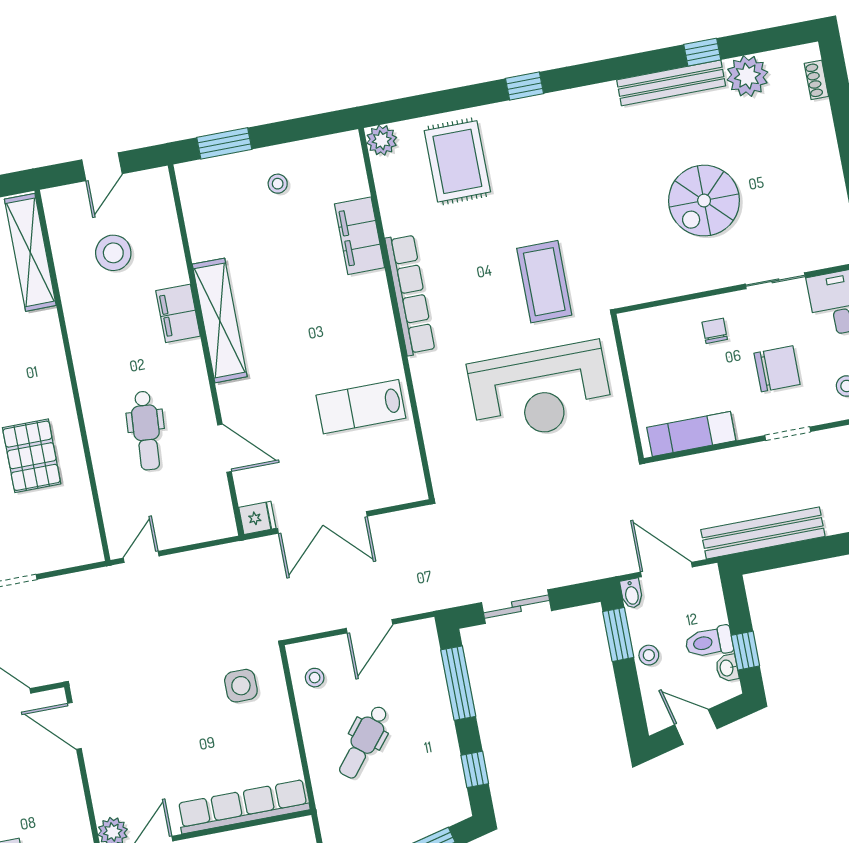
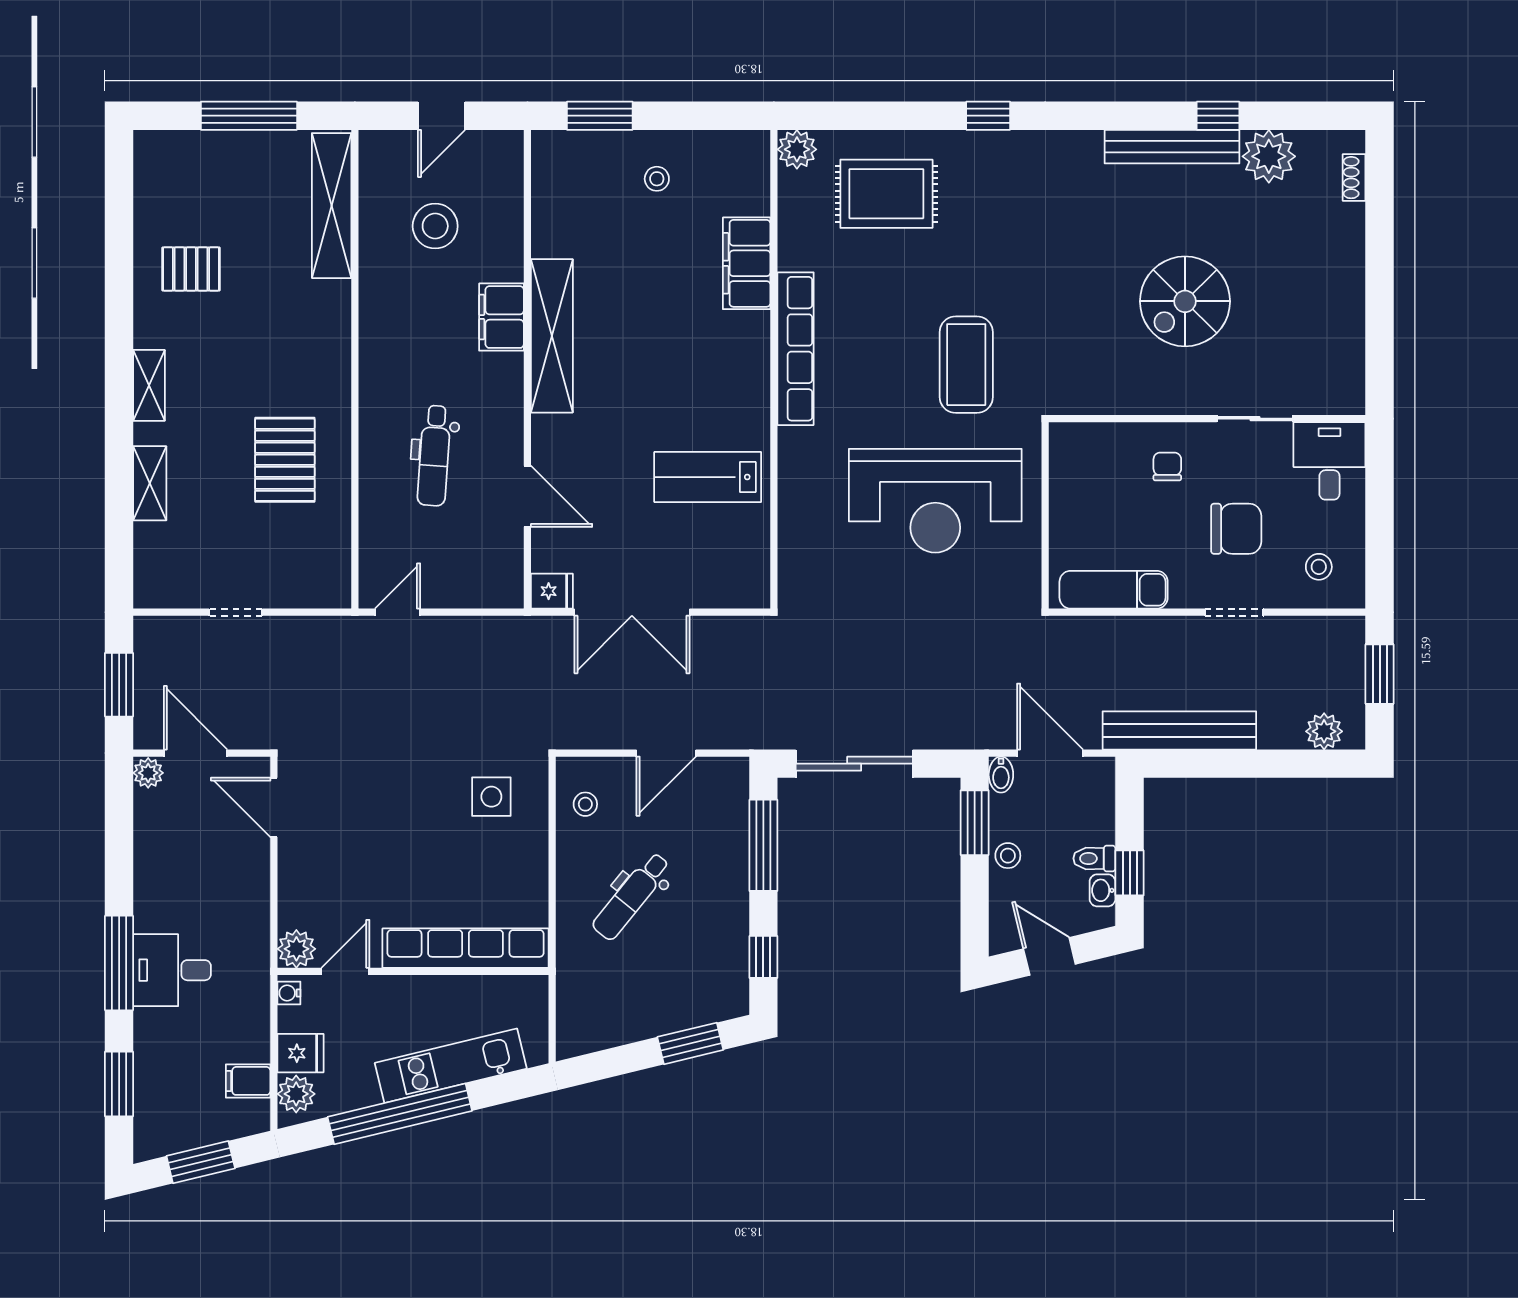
rug: (457, 161) -> (886, 194), turned 90
sliding door: (516, 607) -> (854, 764), width x1.37
toilet: (709, 642) -> (1094, 858), width x0.73, depth x0.72

